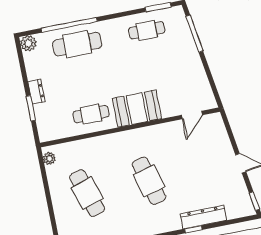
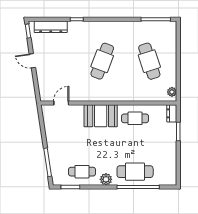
plant: (28, 43) -> (106, 179), moved
dresser: (36, 92) -> (172, 113), moved
cafe table: (149, 181) -> (102, 61), turned 36
dresser: (203, 217) -> (51, 27), moved

